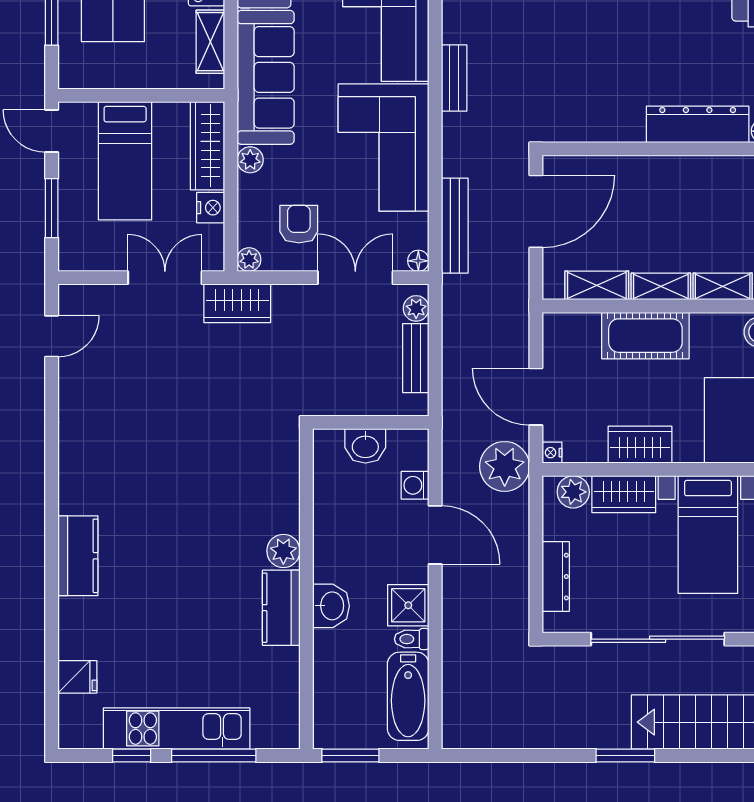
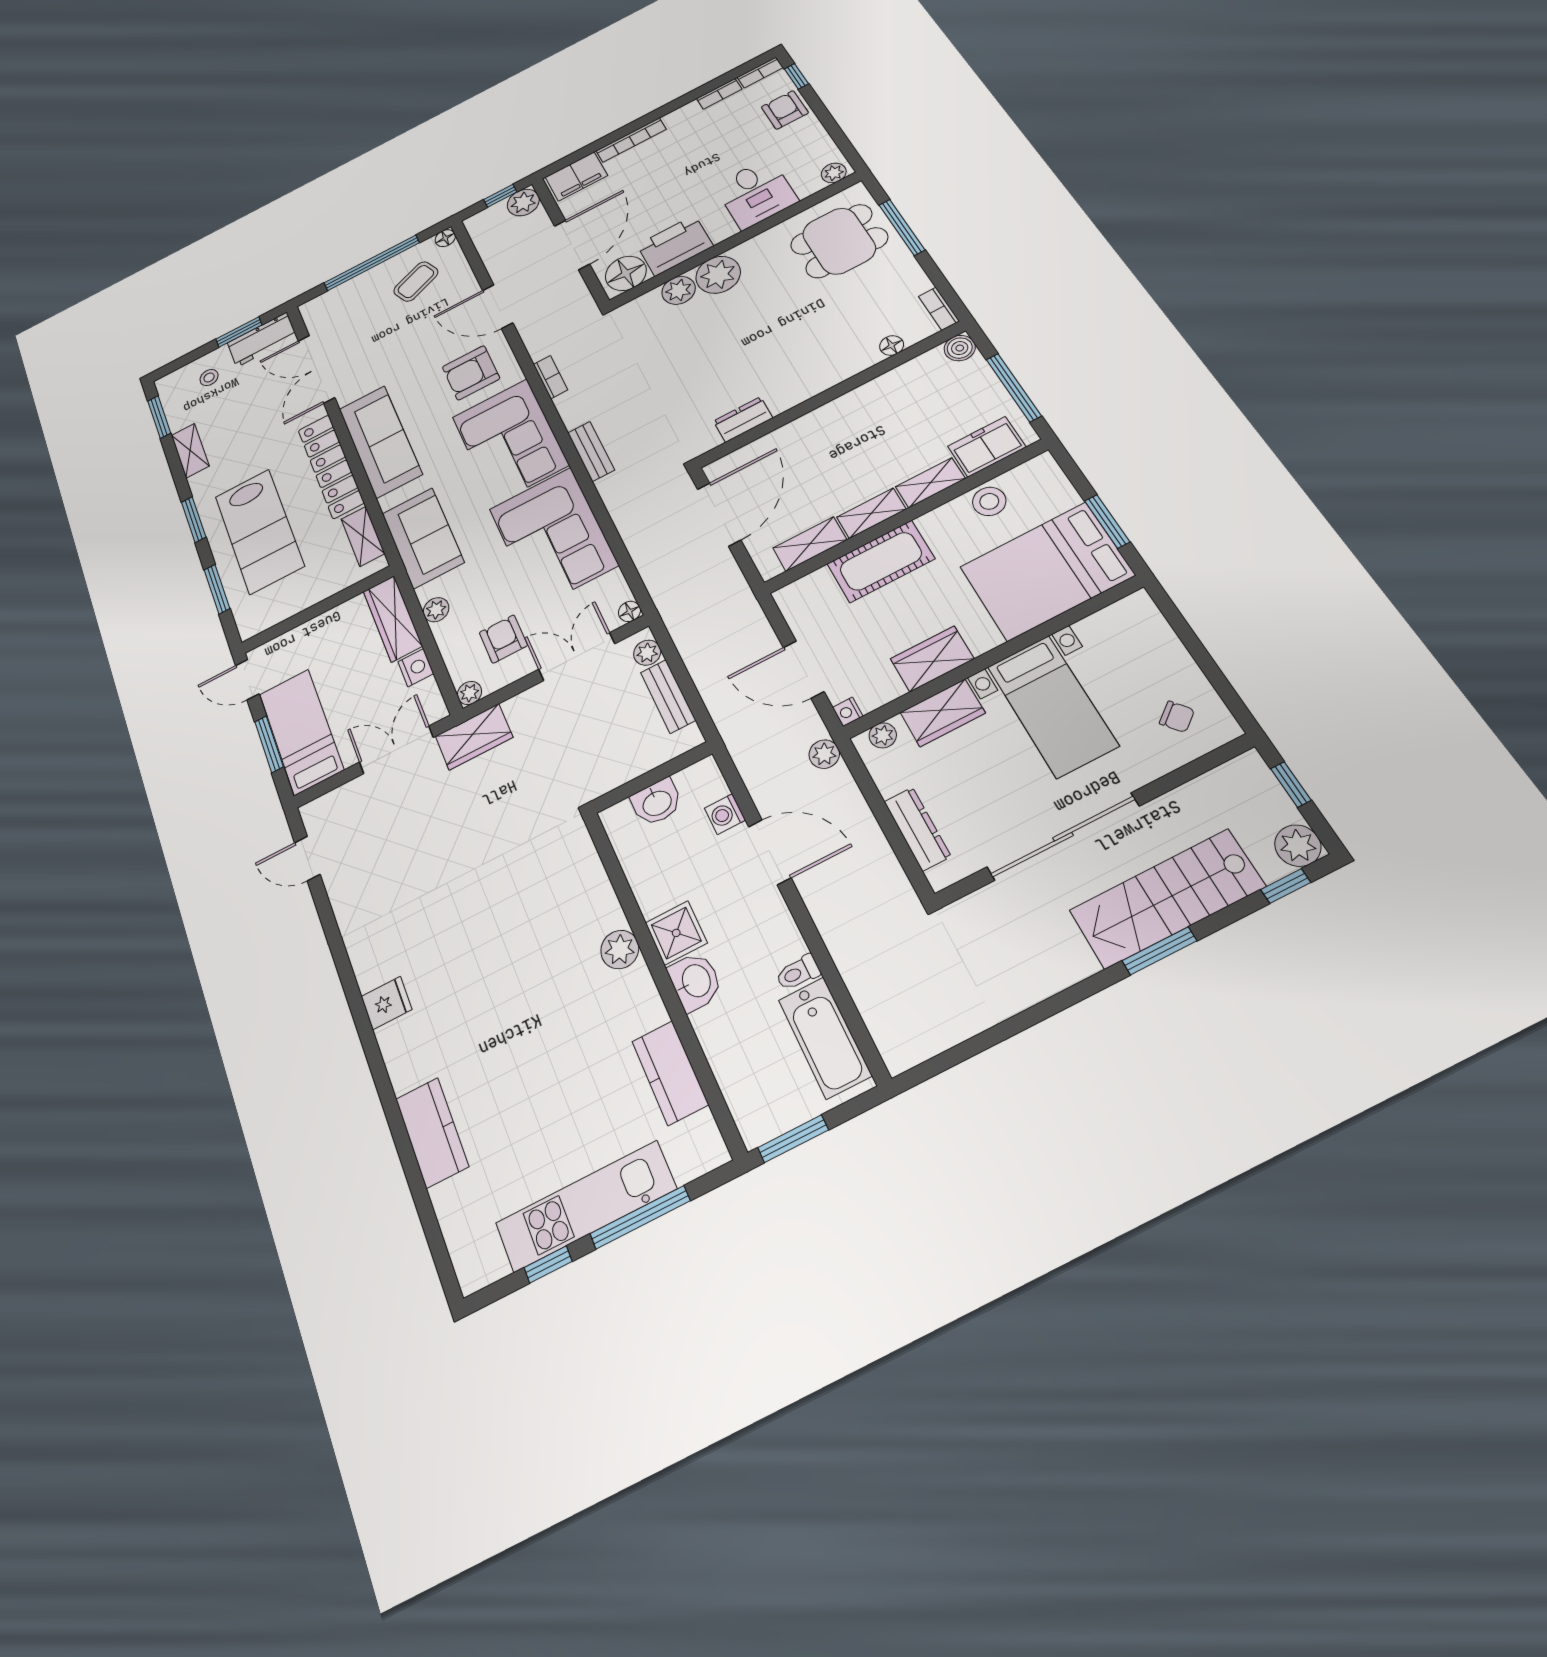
sofa: (266, 77) -> (423, 538), width x0.73
dresser: (698, 124) -> (743, 420), moved, width x0.51, depth x0.80
bed: (125, 161) -> (301, 732), moved, turned 180
bench: (455, 226) -> (649, 565), removed
door: (52, 336) -> (307, 859), swing flipped
plant: (505, 466) -> (824, 754), width x0.53, depth x0.53
plant: (573, 492) -> (883, 735), width x0.73, depth x0.73
kitchen counter: (78, 556) -> (432, 1132), moved
shower: (408, 605) -> (676, 933), moved
kitchen counter: (281, 608) -> (670, 1073), moved
fridge: (77, 677) -> (386, 1003), moved
window: (625, 756) -> (1159, 951), moved

